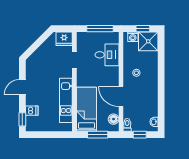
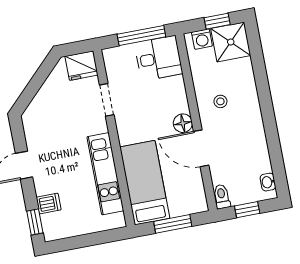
desk: (107, 55) -> (158, 58), moved
floor lamp: (114, 119) -> (183, 123), moved

